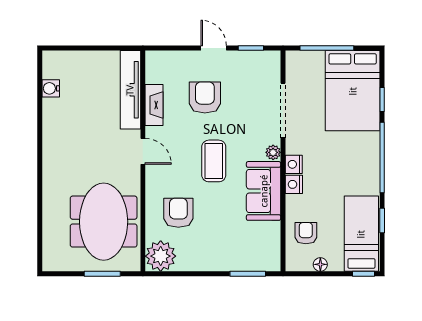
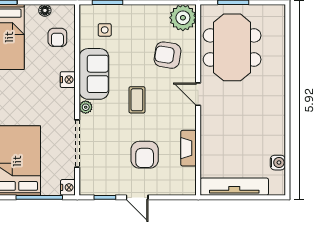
tv unit: (130, 90) -> (234, 187), moved, turned -90
door: (143, 151) -> (198, 94), moved
coffee table: (214, 161) -> (137, 100), width x0.73, depth x0.77
nightstand: (294, 164) -> (68, 187), moved
armchair: (178, 213) -> (168, 55), turned 99
side table: (251, 242) -> (105, 30), added

